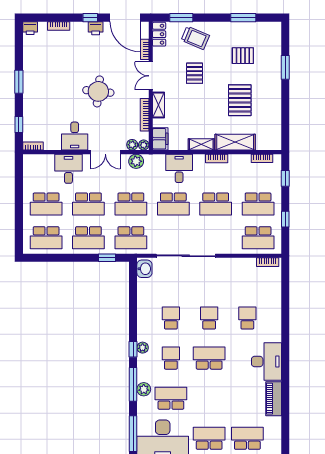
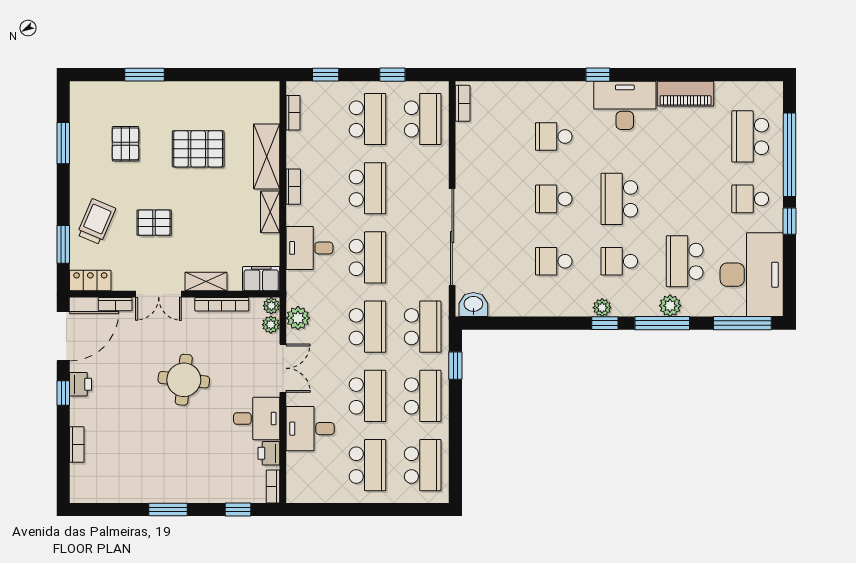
printer: (30, 28) -> (269, 453), moved, turned 180
window: (285, 345) -> (598, 75), added
school desk: (209, 438) -> (750, 199), width x0.54

